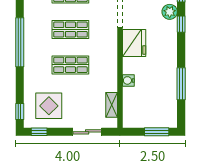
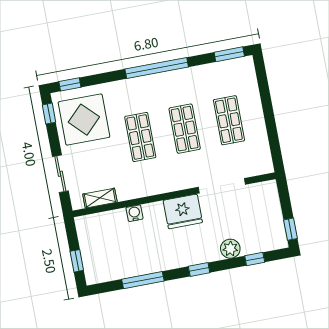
window: (181, 24) -> (199, 270), moved
display table: (49, 106) -> (84, 120), width x1.36, depth x1.36
window: (157, 132) -> (77, 261), width x0.67

